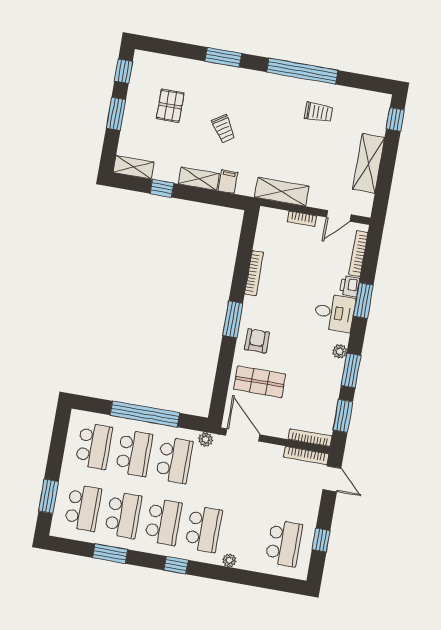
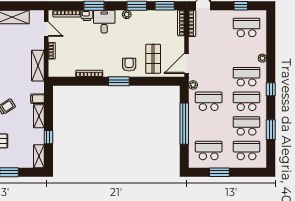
armchair: (257, 341) -> (129, 65), turned 90
school desk: (134, 453) -> (209, 126), removed
window: (49, 496) -> (219, 172), moved

